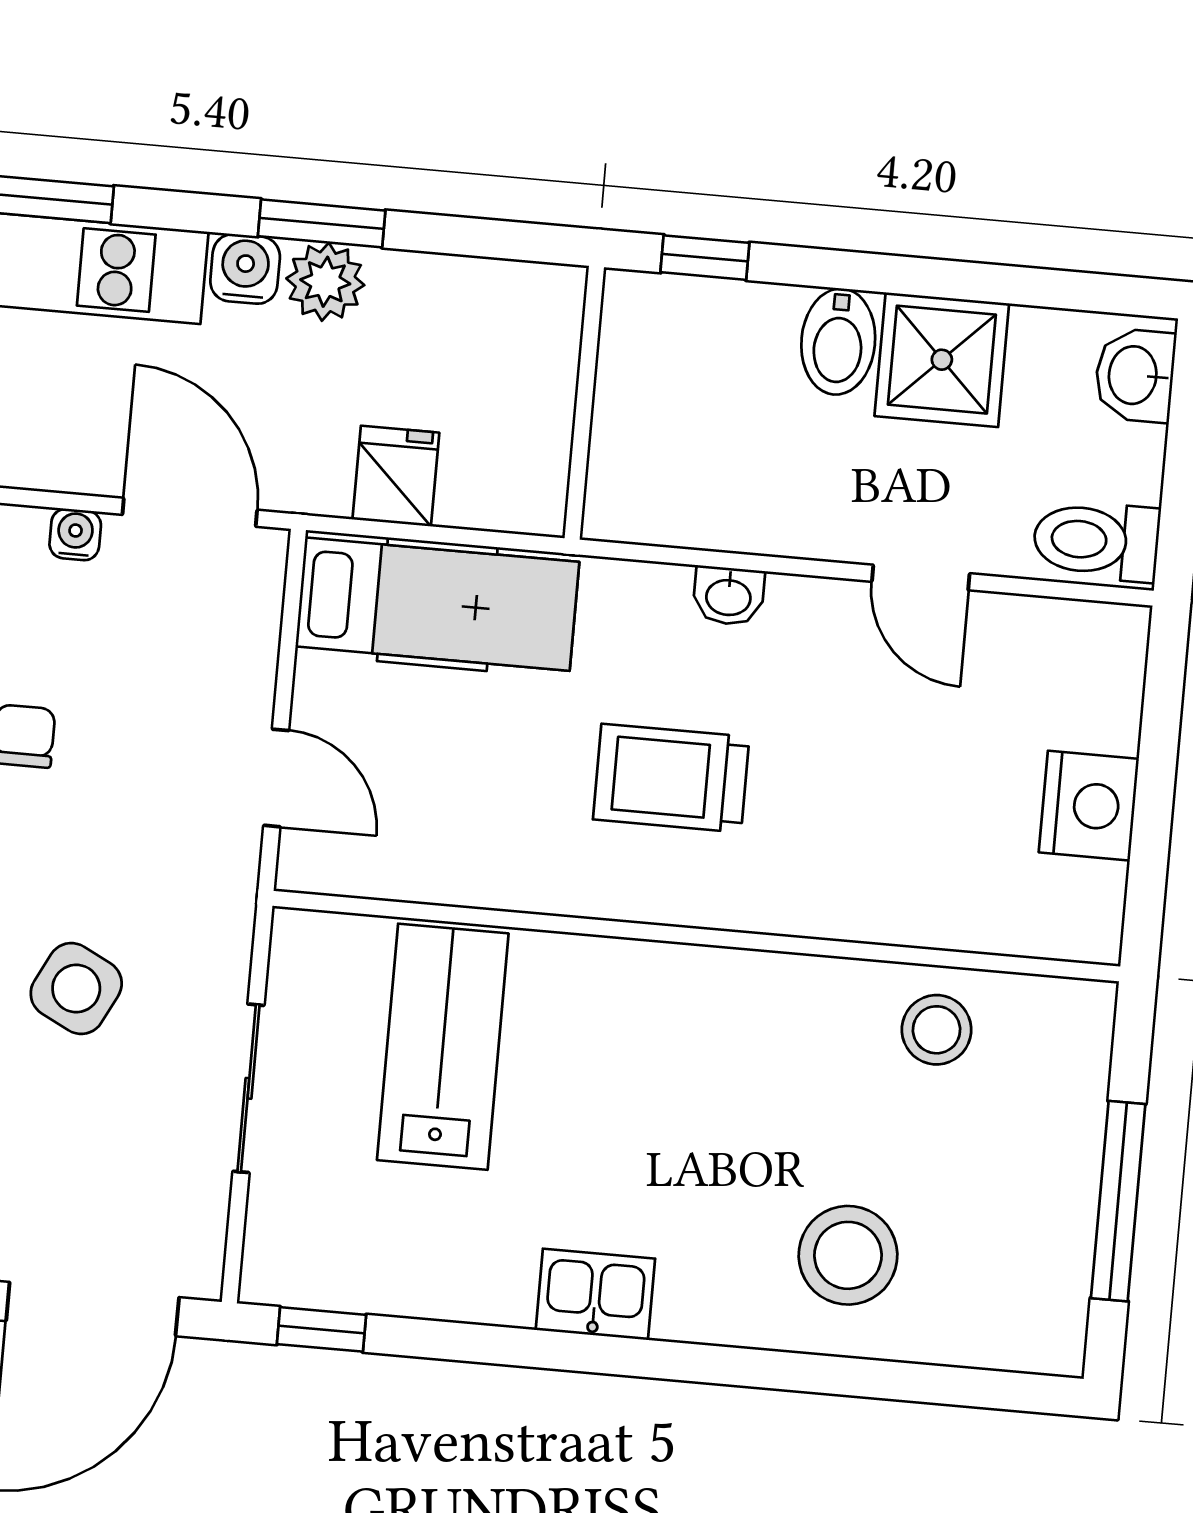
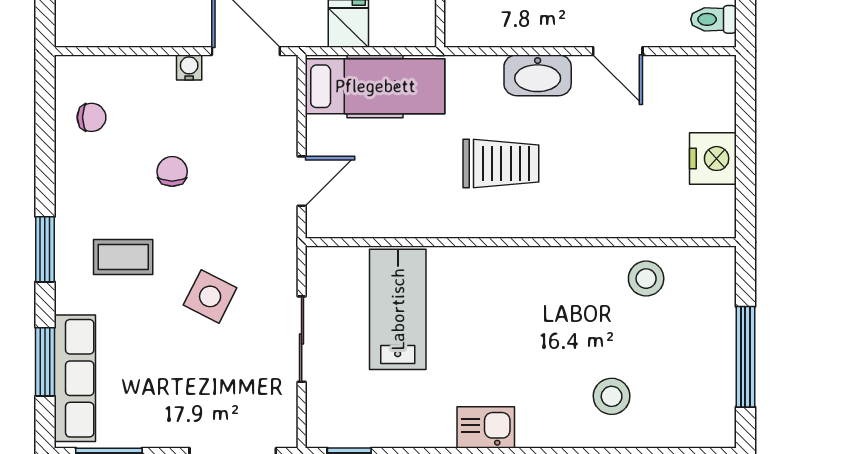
toilet: (1096, 541) -> (713, 19), width x0.73, depth x0.72
washbasin: (729, 596) -> (538, 75), width x1.91, depth x1.45
door: (276, 778) -> (302, 181), hinge flipped
trolley: (671, 778) -> (501, 164), turned 180
stool: (848, 1255) -> (612, 396), width x0.73, depth x0.73

